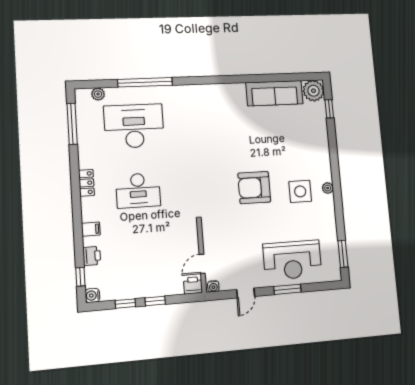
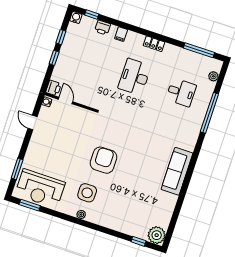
sofa: (275, 93) -> (177, 171), moved
desk: (134, 126) -> (181, 92), width x0.53, depth x0.77
reception desk: (292, 260) -> (40, 189), moved, turned -90
window: (287, 289) -> (17, 169), moved

